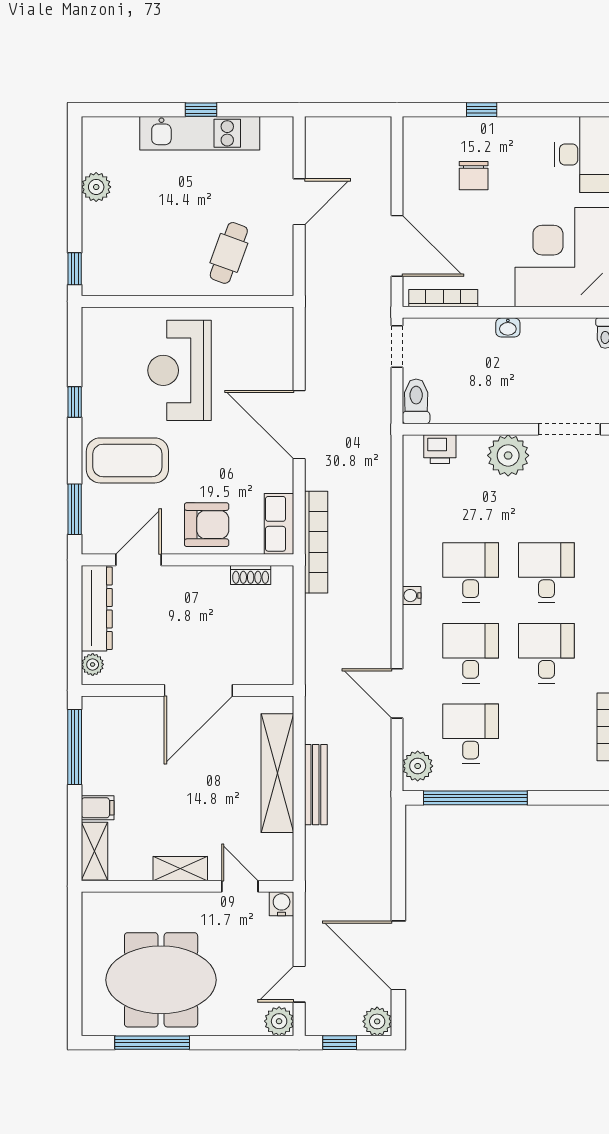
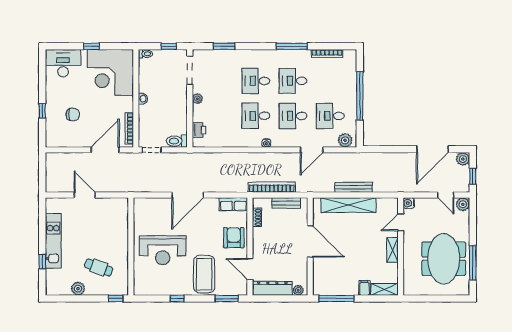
window: (201, 110) -> (42, 262), moved
cafe table: (229, 253) -> (99, 267), moved
plant: (508, 455) -> (197, 99), width x0.53, depth x0.53
bookcase: (316, 542) -> (272, 187), moved
bench: (282, 638) -> (286, 203), added
window: (475, 798) -> (360, 96), moved

